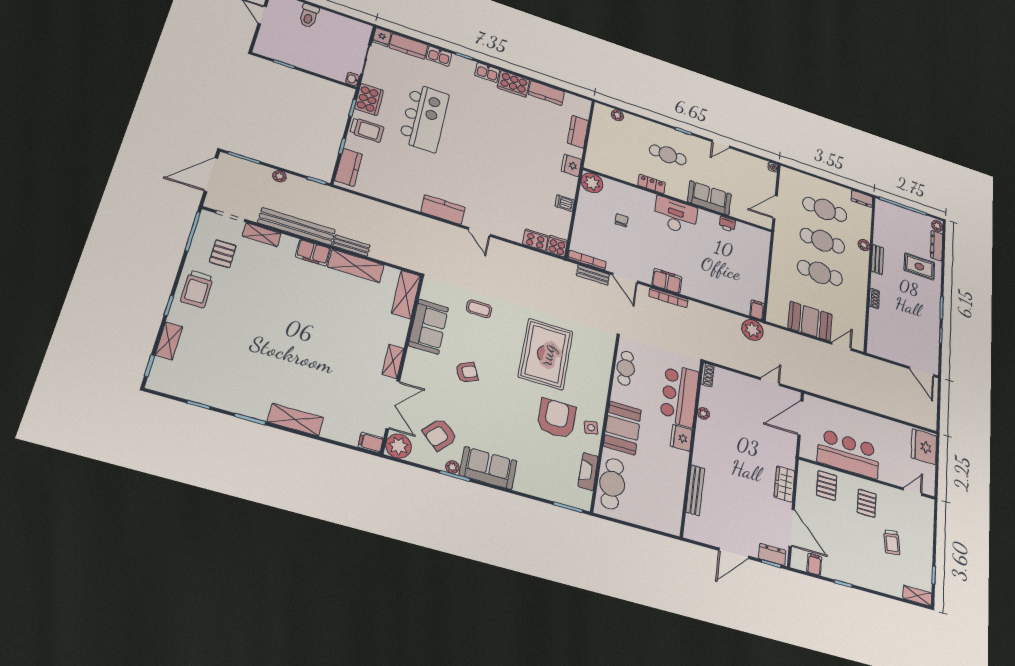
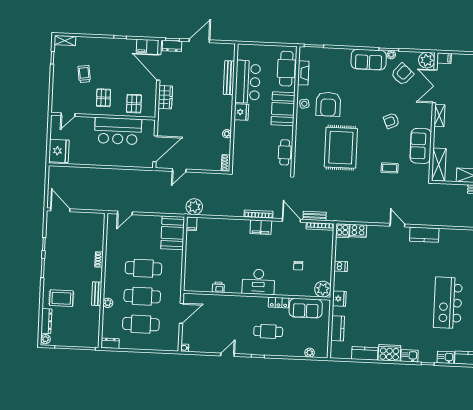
sofa: (709, 198) -> (306, 308), moved
booth: (810, 321) -> (173, 233), moved, turned 90
bar counter: (680, 395) -> (248, 82), moved

